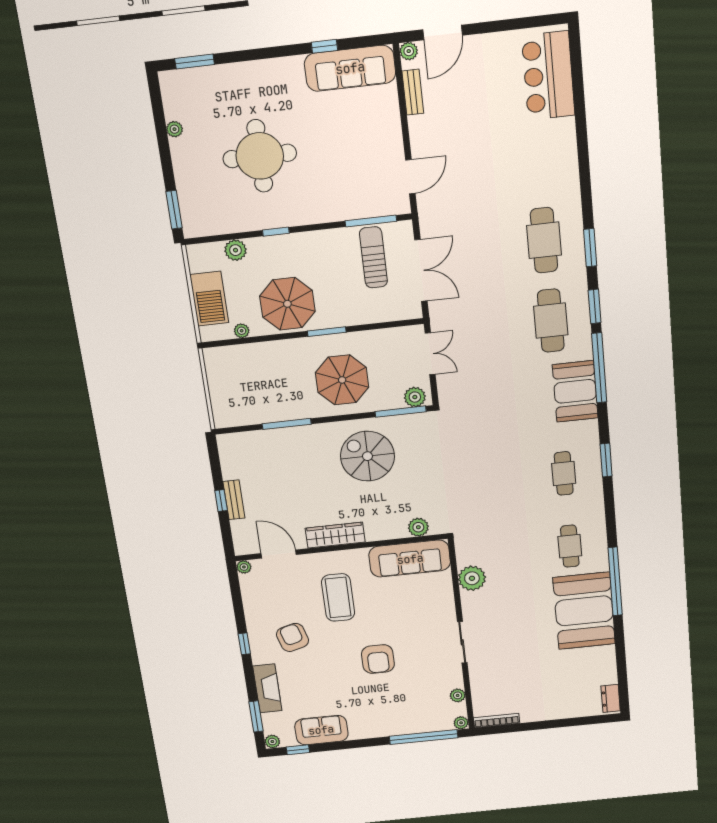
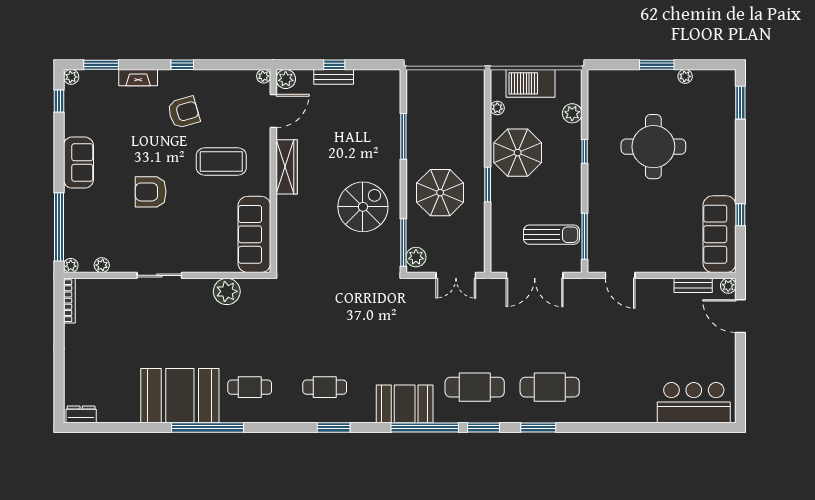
window: (174, 210) -> (657, 65), moved
plant: (418, 527) -> (286, 79), moved
fireplace: (267, 688) -> (138, 78), width x0.73, depth x0.76
sofa: (321, 730) -> (78, 163), moved

